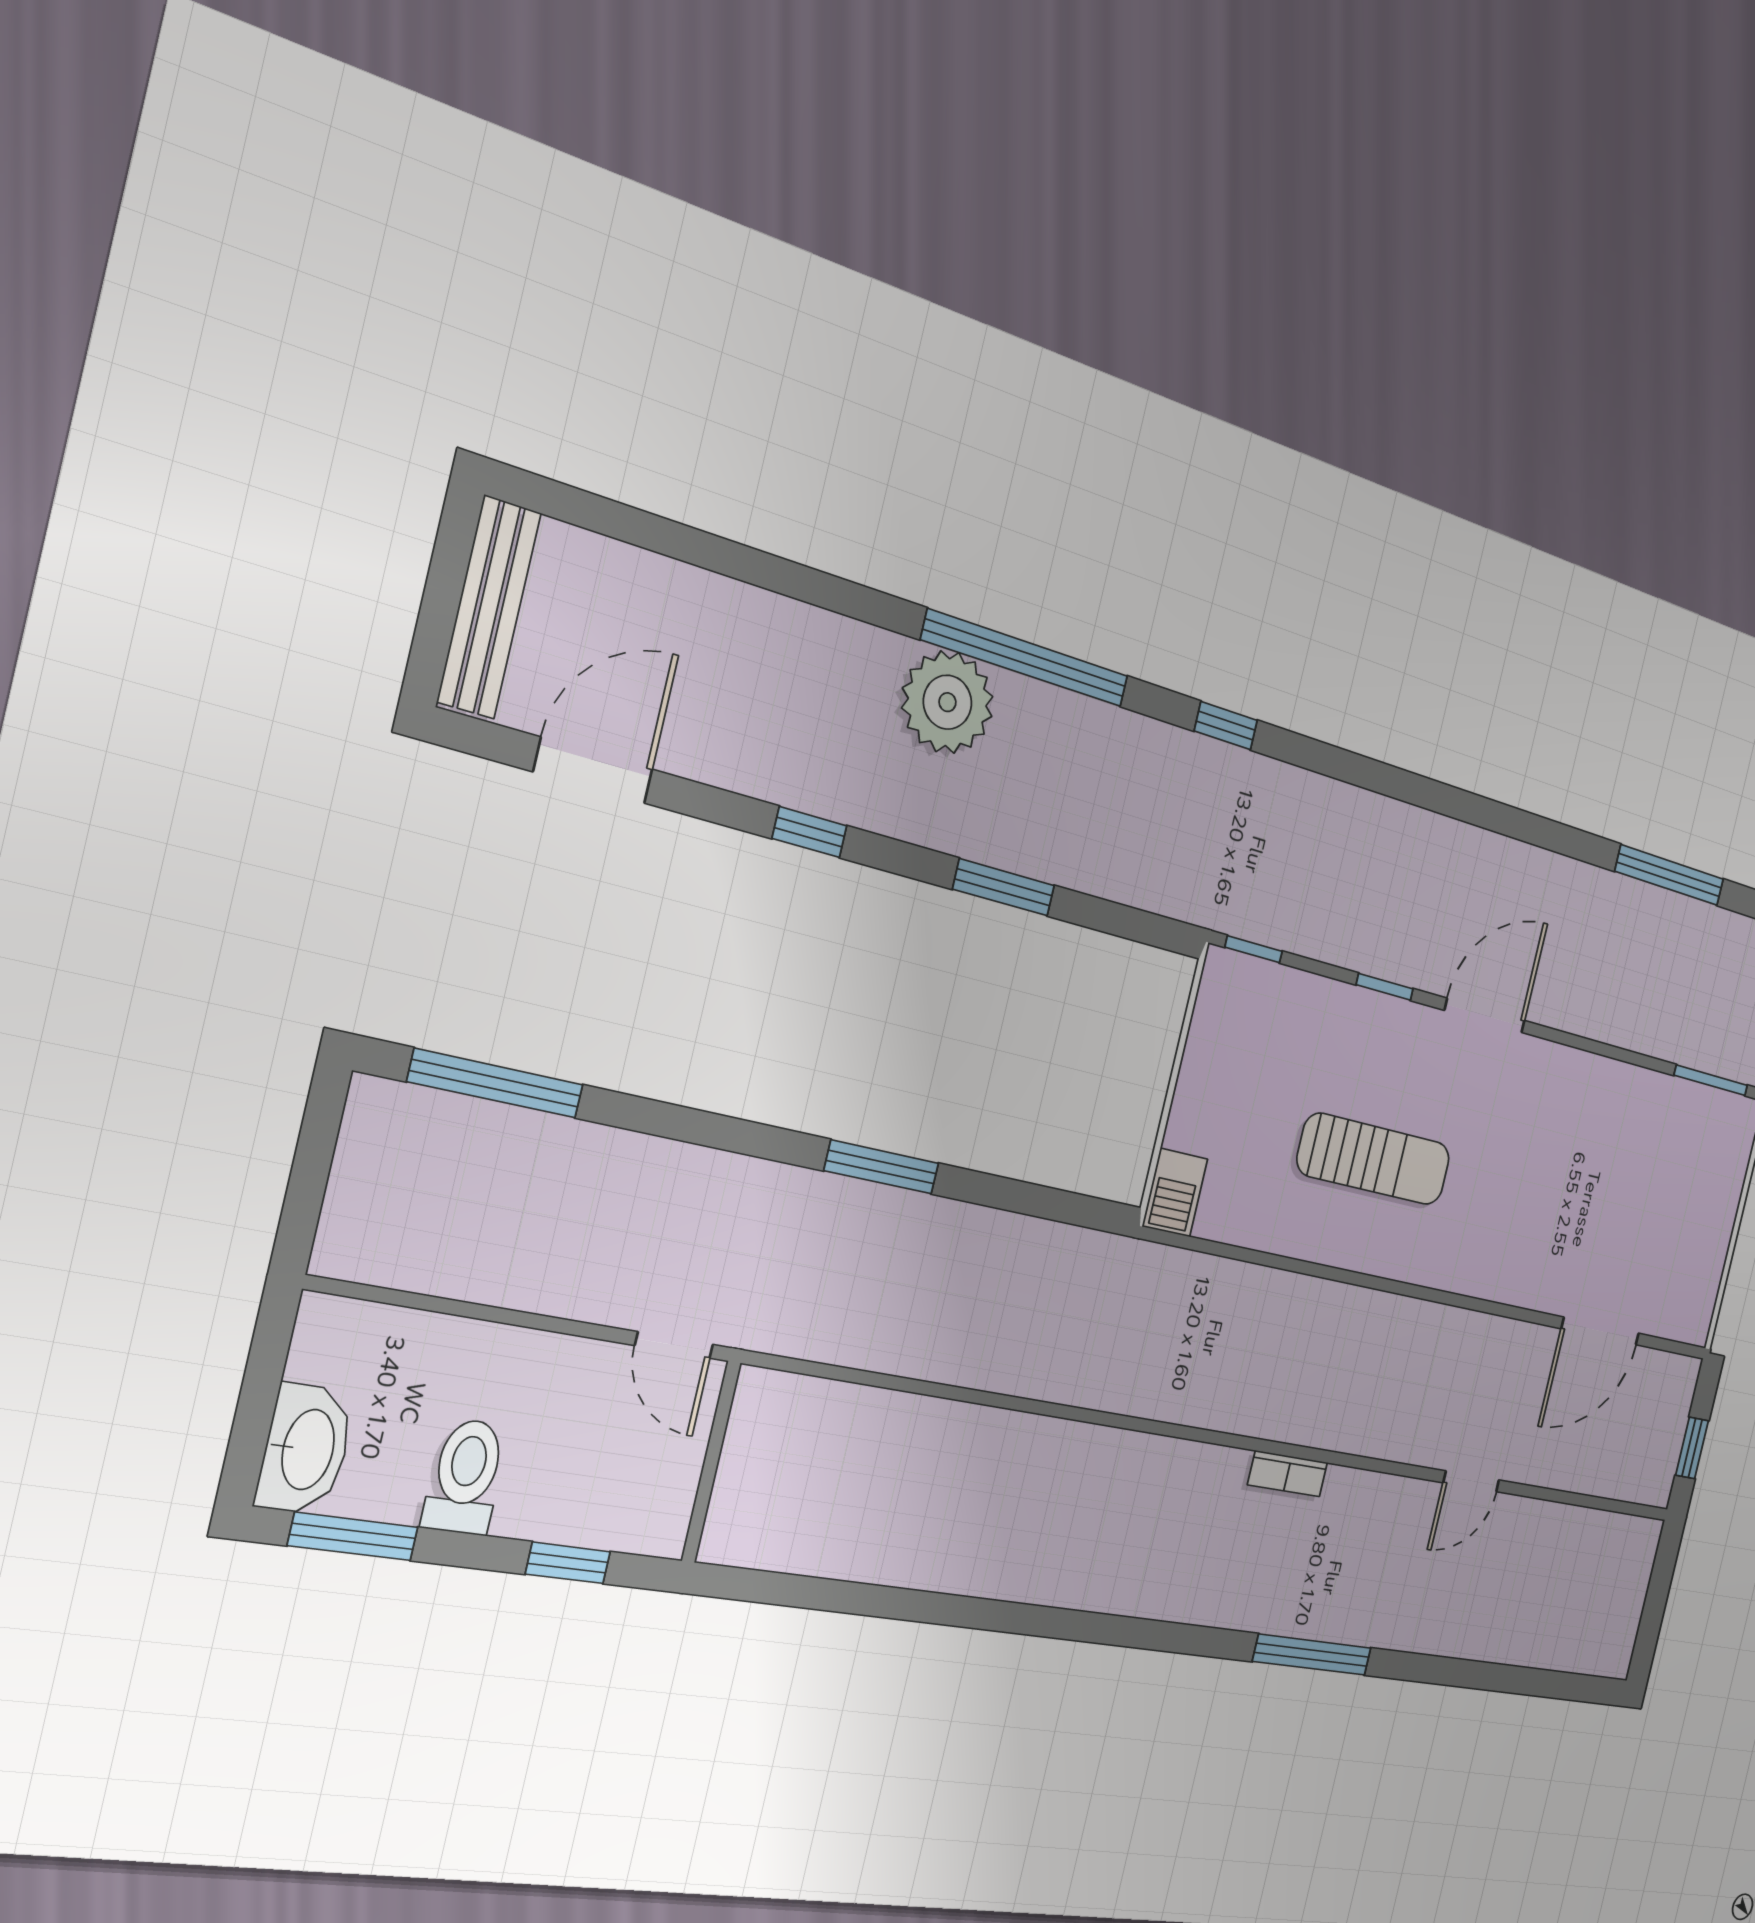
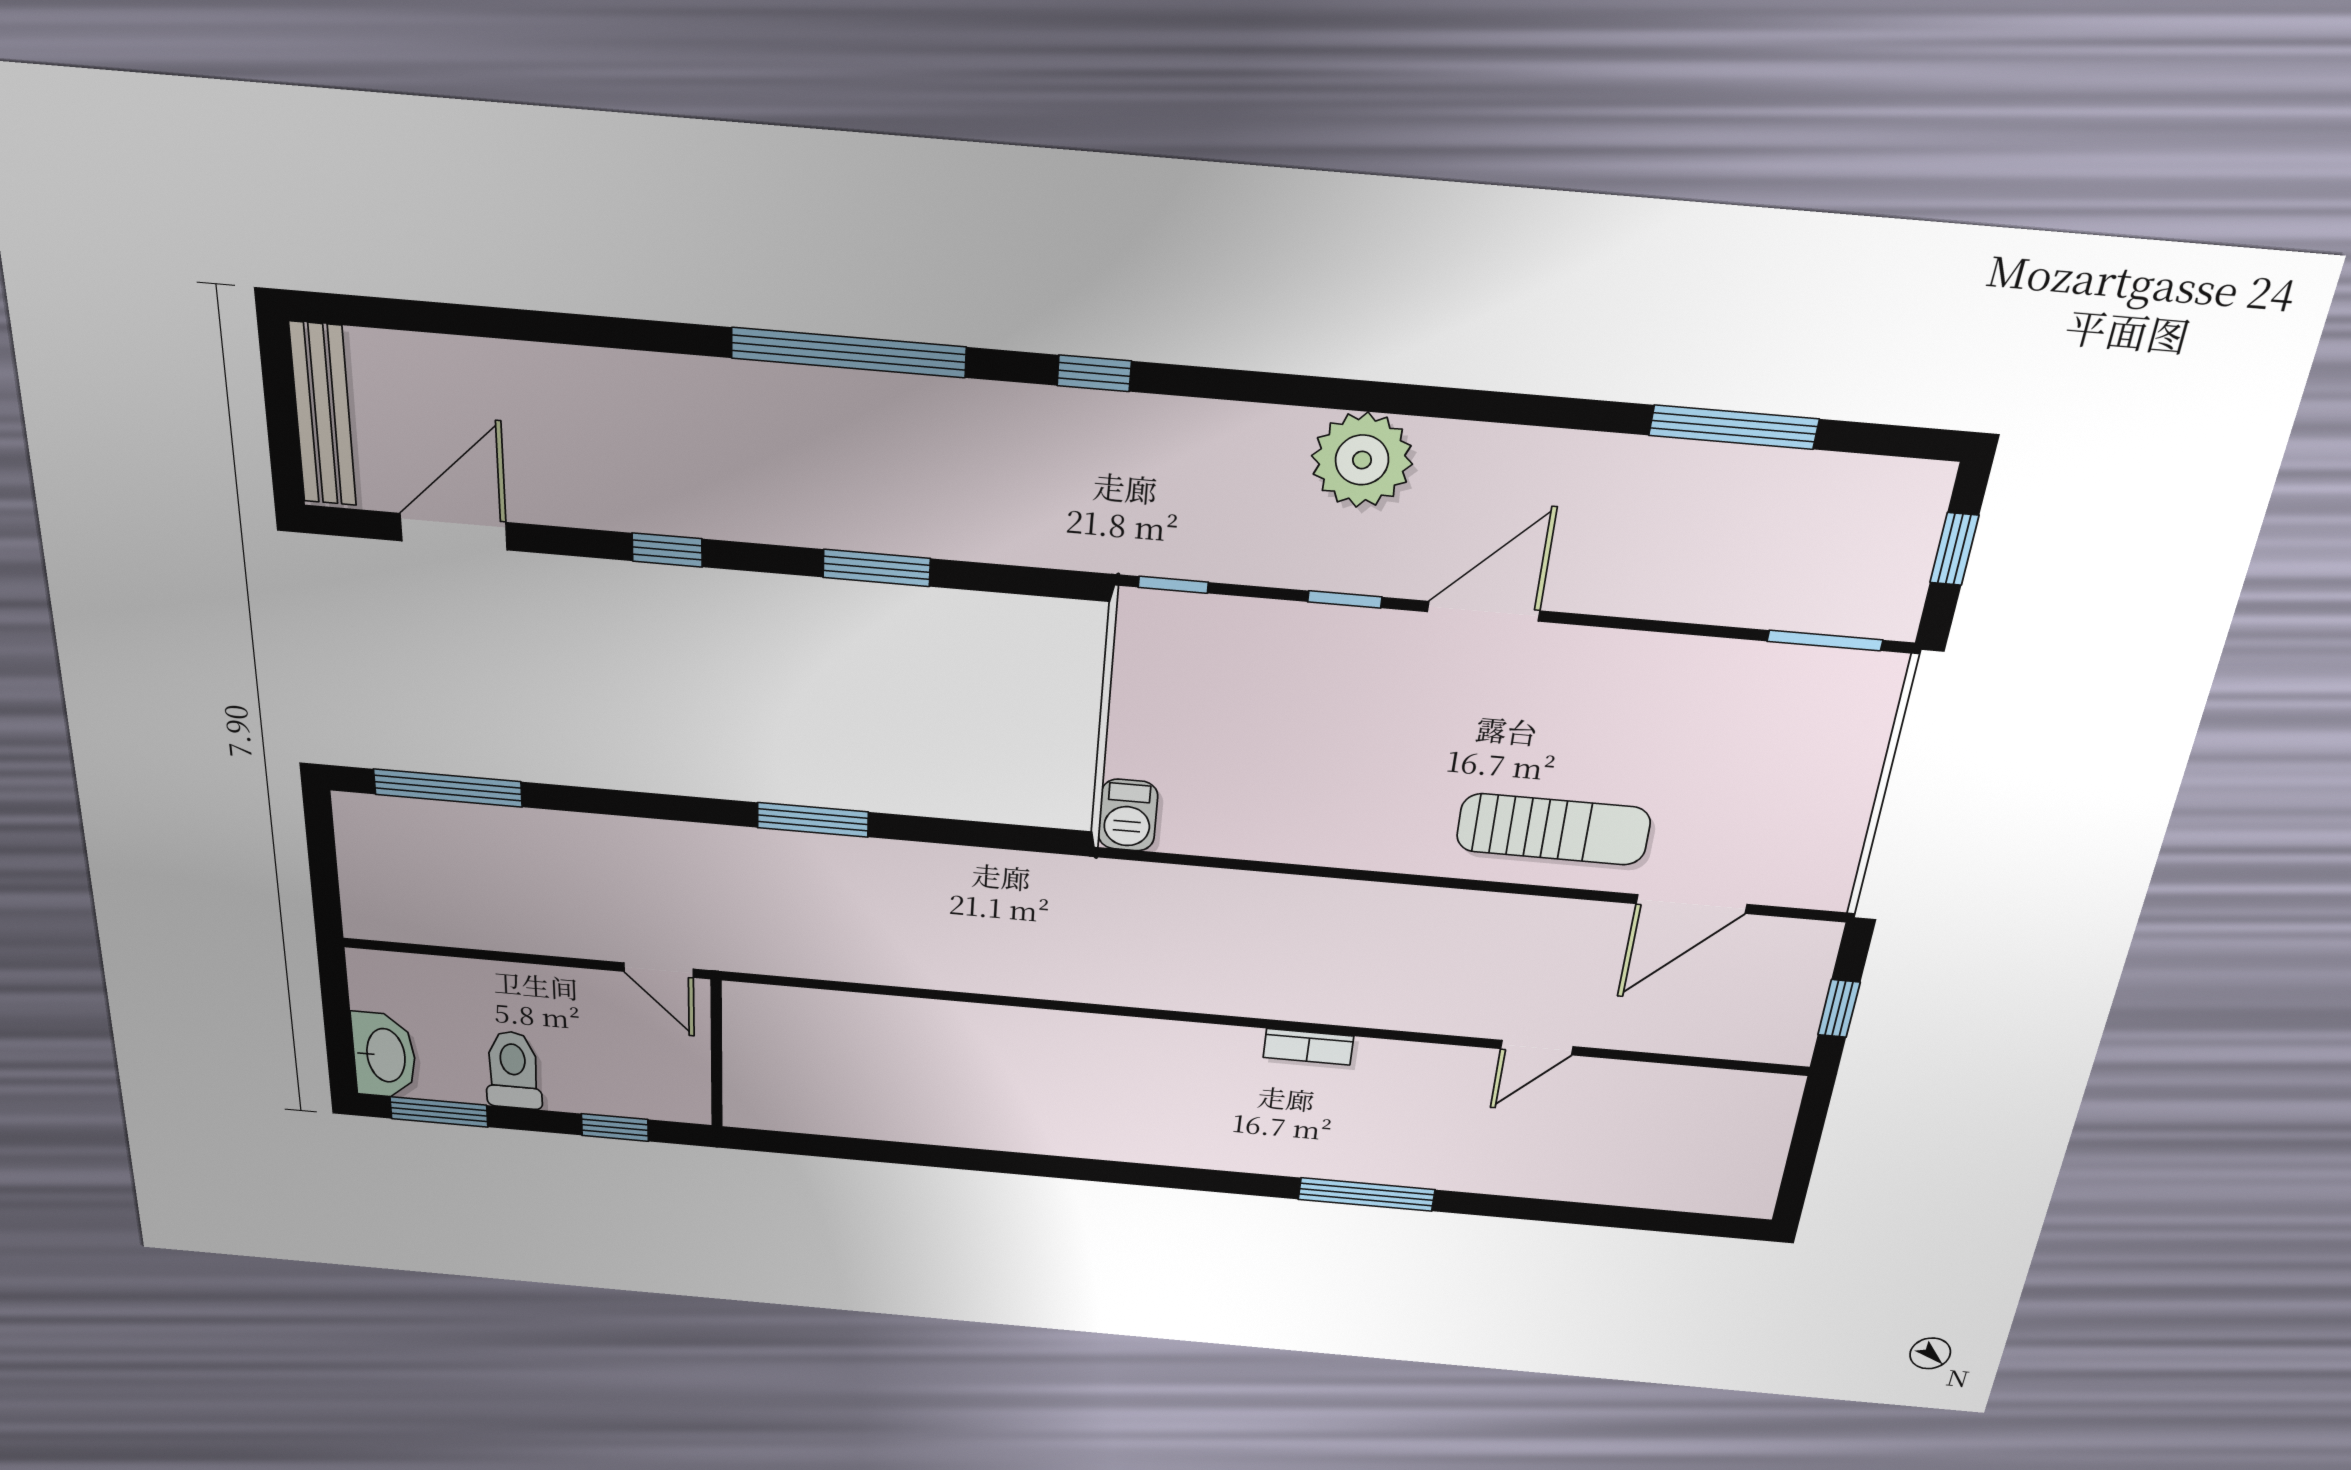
plant: (947, 702) -> (1362, 460), moved
sun lounger: (1374, 1159) -> (1553, 829), moved

